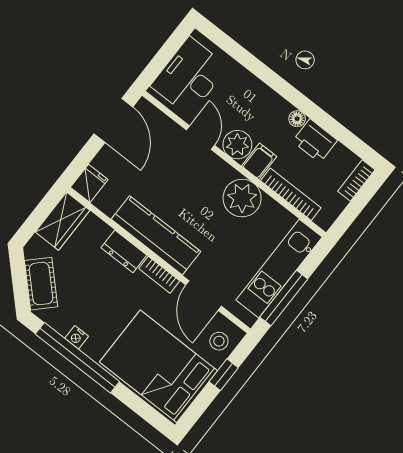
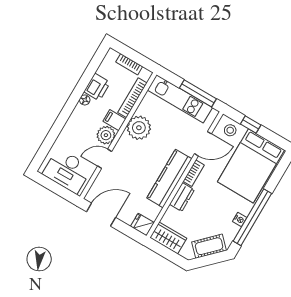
bookcase: (356, 180) -> (129, 64), moved

